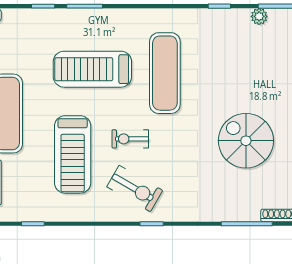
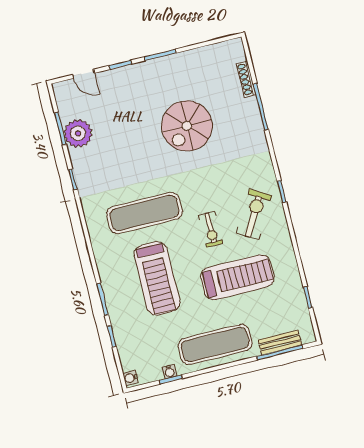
plant: (259, 16) -> (78, 133), width x1.87, depth x1.87

